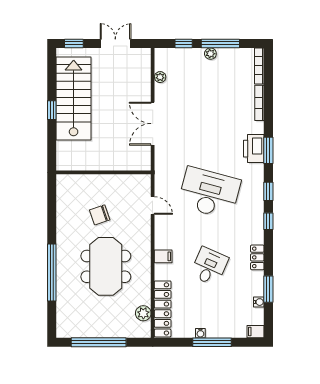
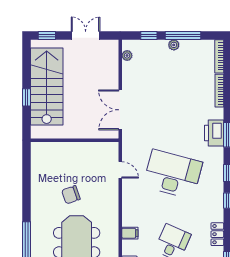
plant: (160, 77) -> (127, 55), moved
wall: (104, 172) -> (75, 140), moved
door: (153, 206) -> (120, 170), moved

